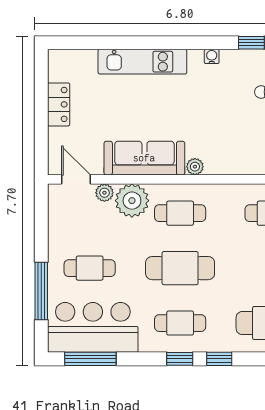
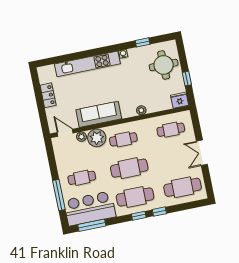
kitchen unit: (142, 62) -> (87, 64), width x1.36
plant: (195, 167) -> (141, 110), moved
cafe table: (180, 323) -> (135, 197), width x1.37, depth x1.35

